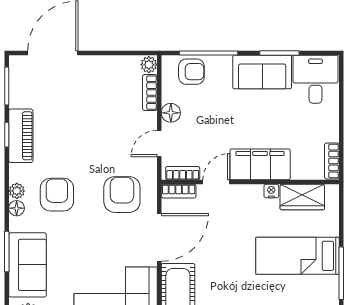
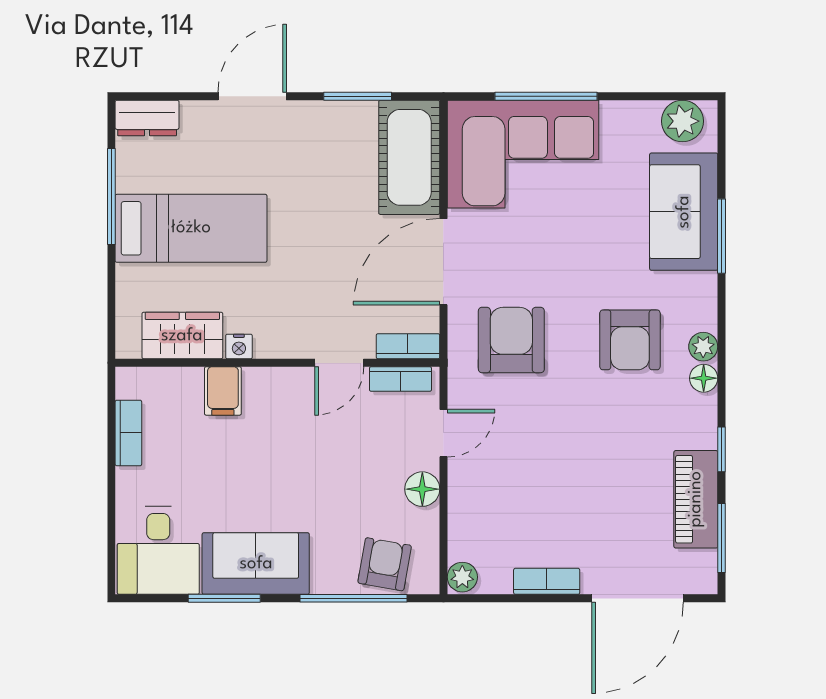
armchair: (191, 72) -> (385, 564), turned 100
bookcase: (150, 93) -> (547, 581), moved, turned -90
piano: (21, 136) -> (696, 499), moved
bookcase: (332, 161) -> (128, 433), moved
filing cabinet: (260, 164) -> (223, 391), width x0.33, depth x0.86
armchair: (122, 195) -> (511, 340), turned 180
floor lamp: (17, 208) -> (704, 378), moved

